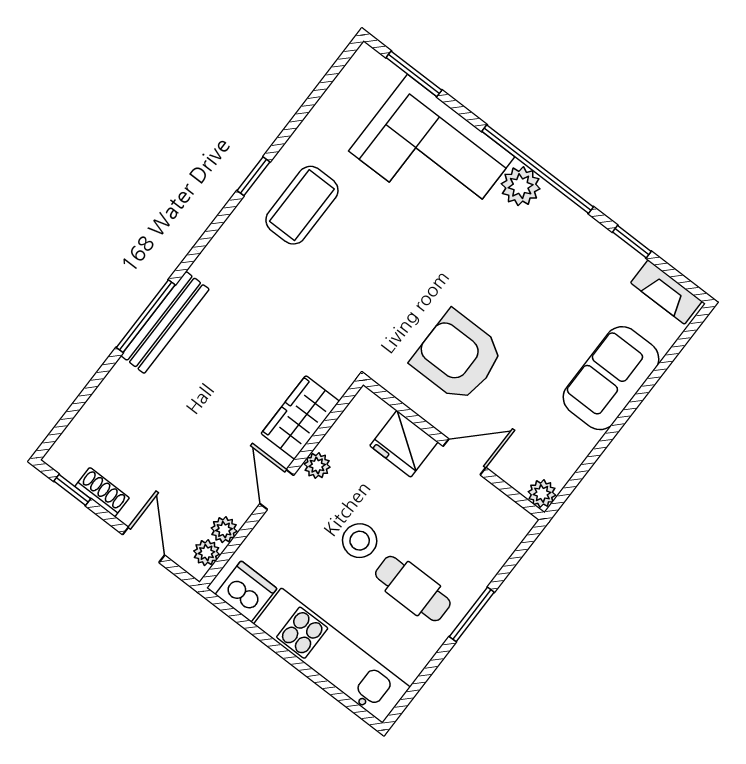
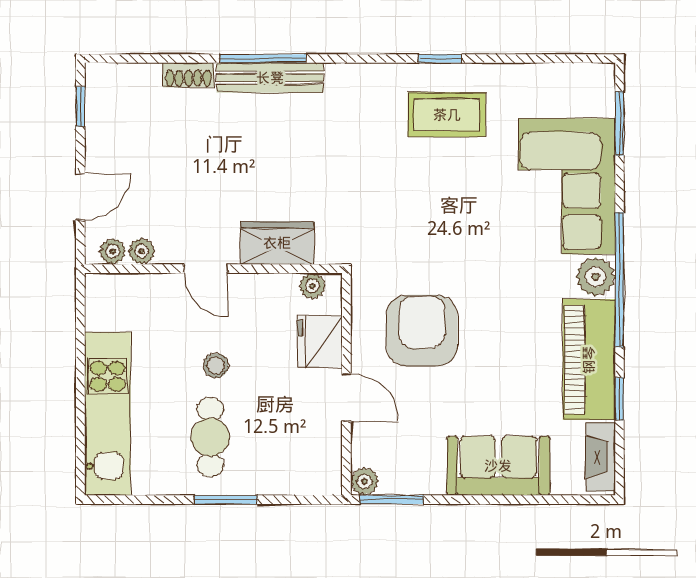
piano: (582, 242) -> (589, 360), added
plant: (317, 466) -> (312, 286), moved
window: (573, 483) -> (392, 500), added
door: (277, 490) -> (206, 269), swing flipped
shoe rack: (102, 492) -> (188, 75), moved, turned 90
stool: (360, 541) -> (216, 366), width x0.73, depth x0.73
dishwasher: (246, 591) -> (106, 306), removed

